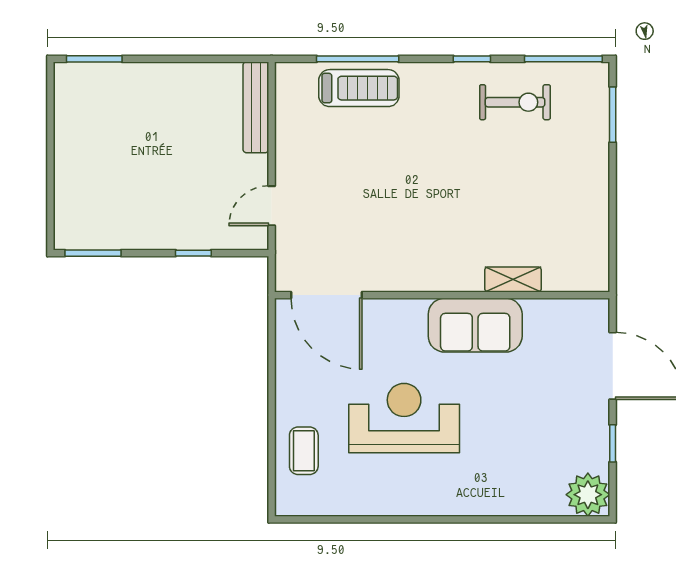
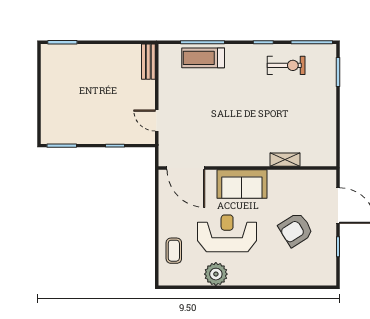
treadmill: (359, 88) -> (203, 58), turned 180
bench: (256, 107) -> (148, 62), width x0.73
door: (272, 206) -> (157, 120), hinge flipped
sofa: (475, 325) -> (242, 184), moved
armchair: (533, 411) -> (296, 230), added
plant: (588, 495) -> (216, 274), moved

